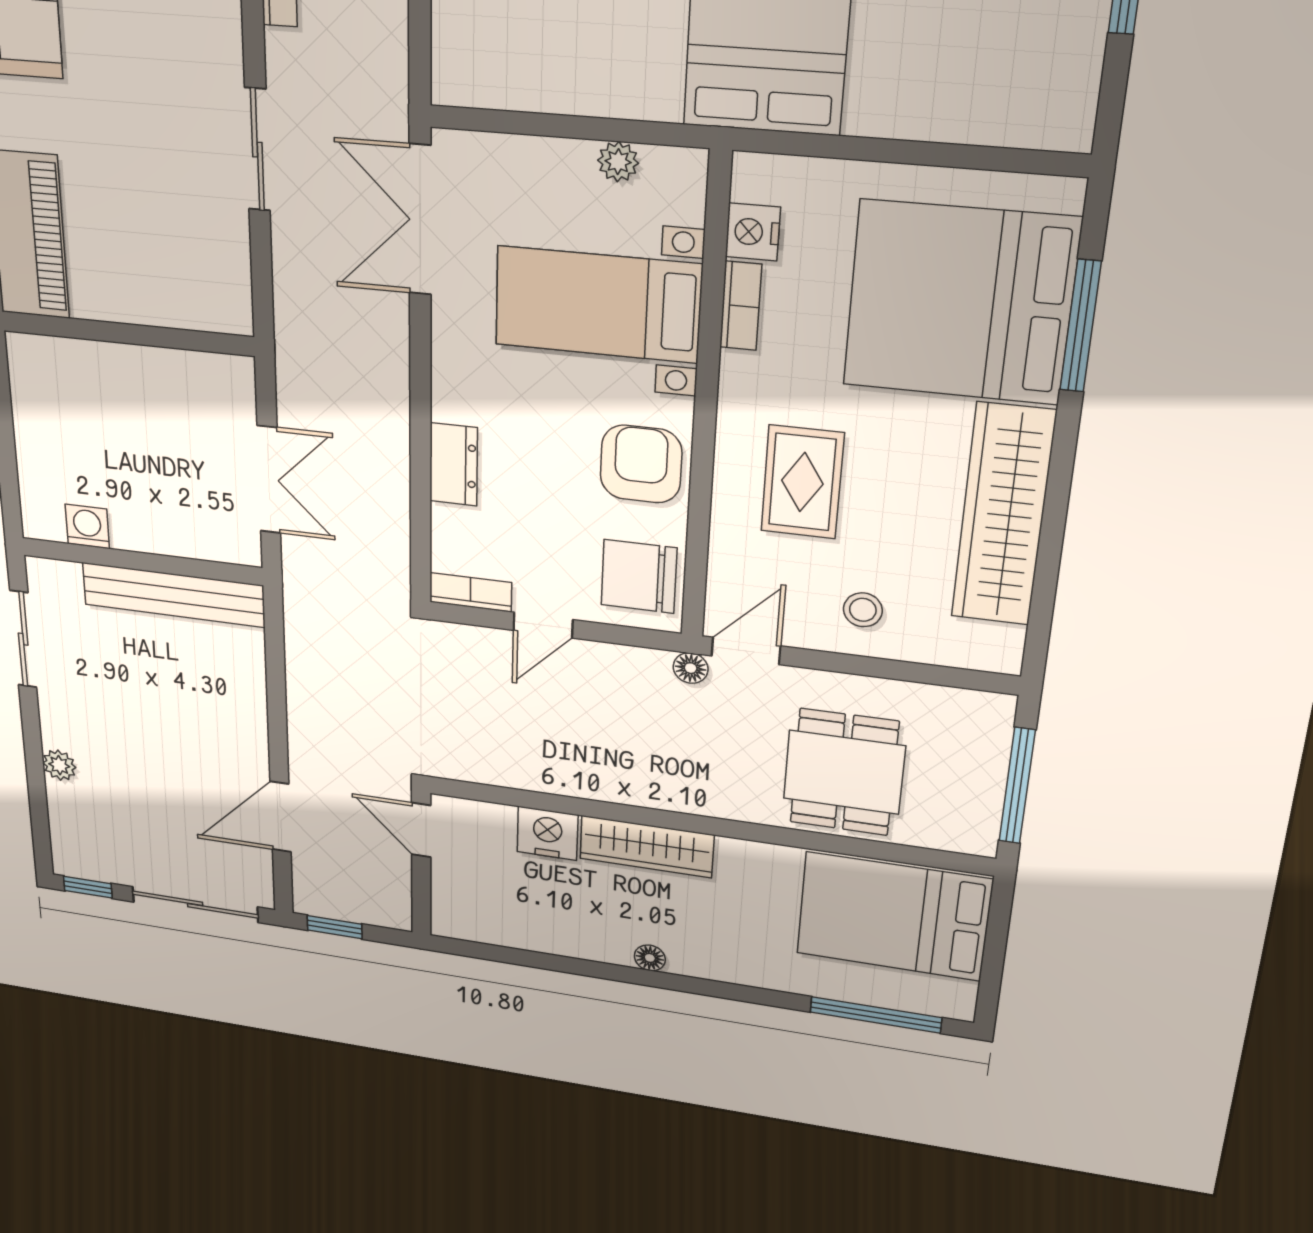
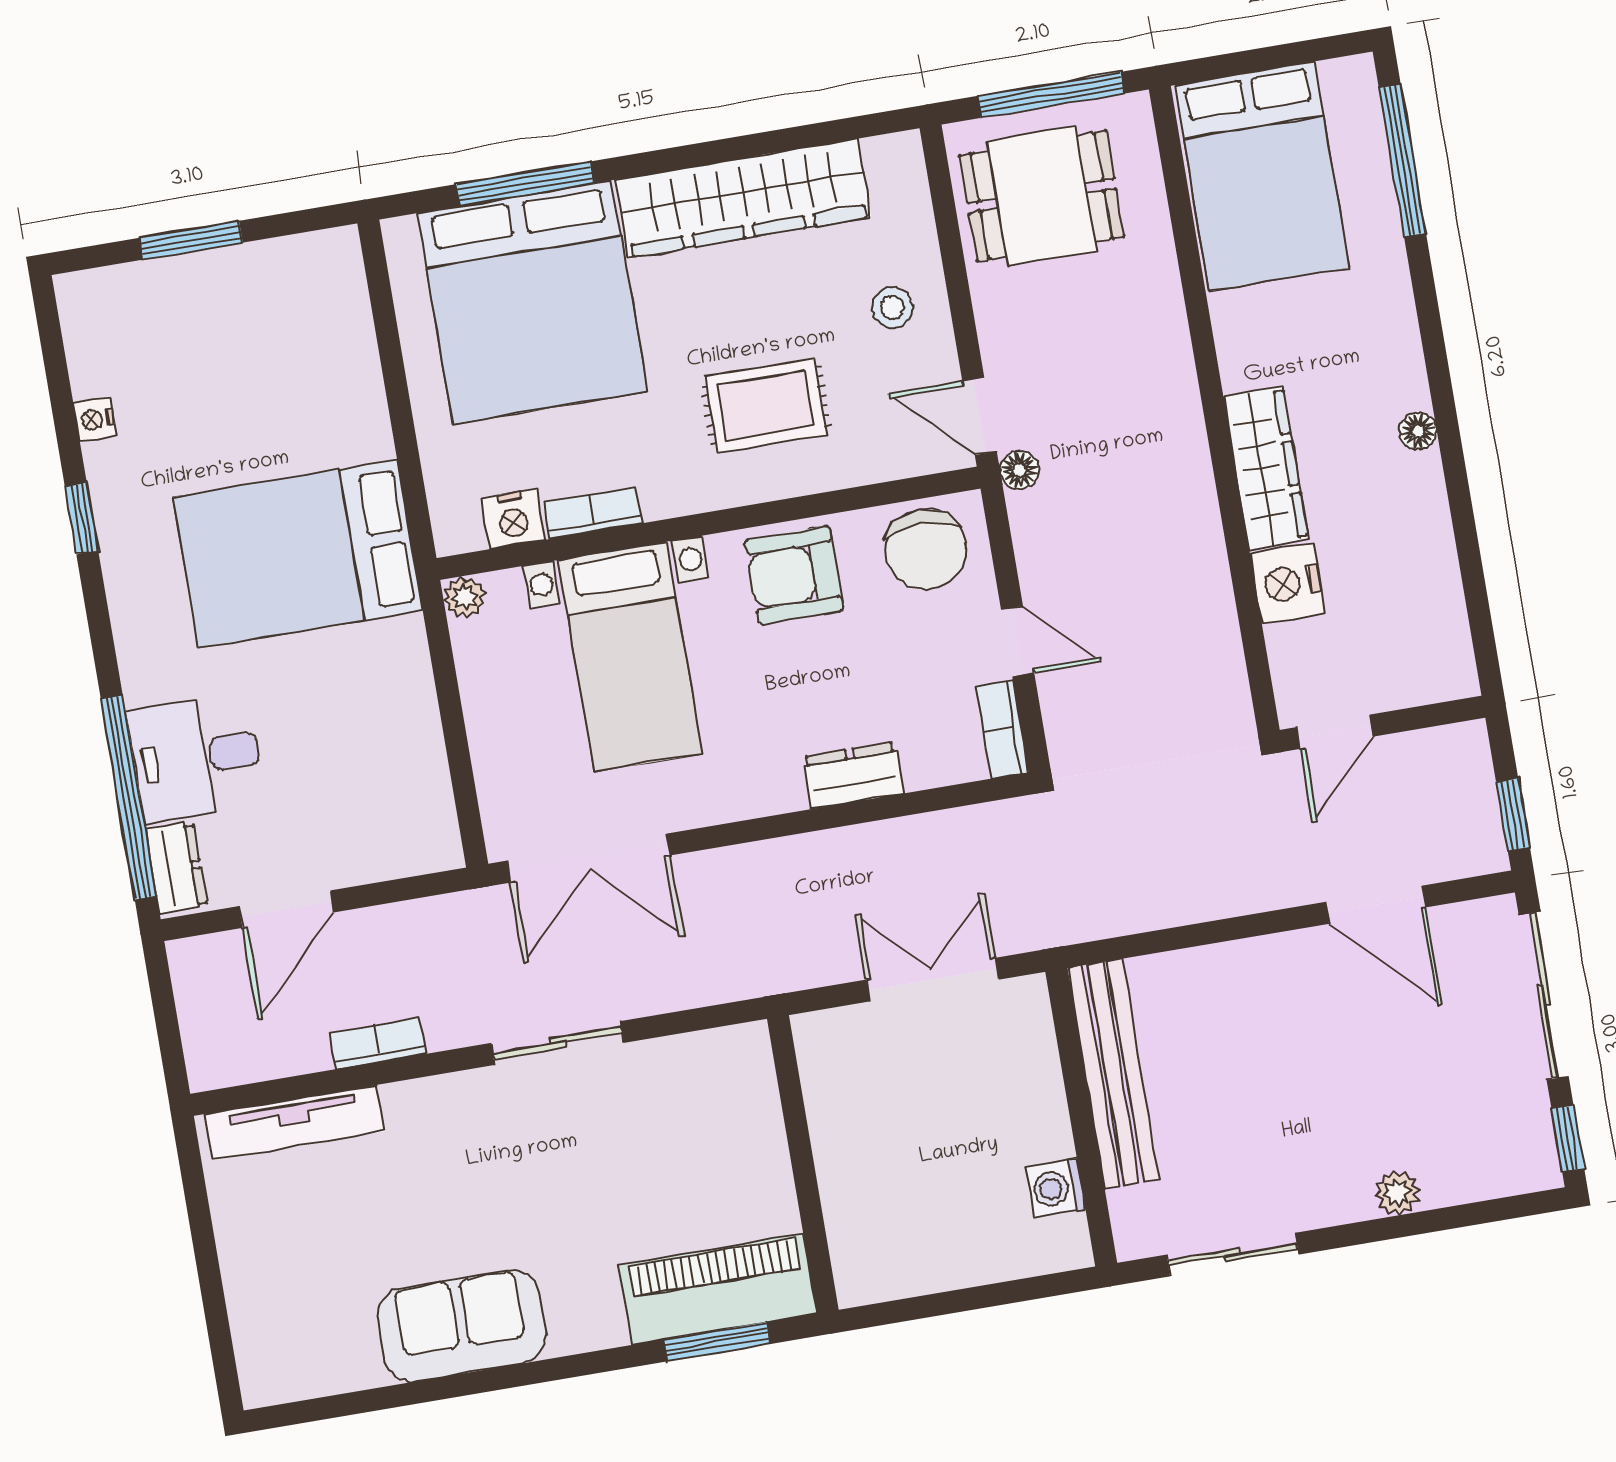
plant: (618, 162) -> (464, 597), moved
dining table: (844, 772) -> (1042, 196), moved

